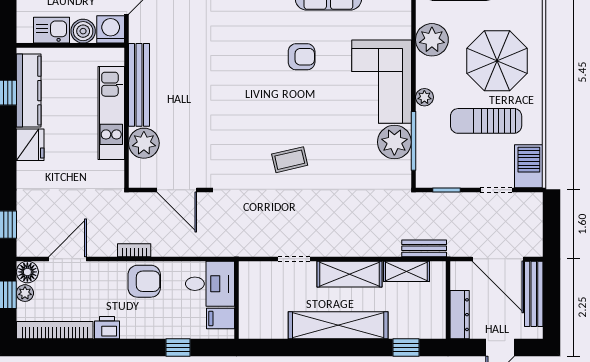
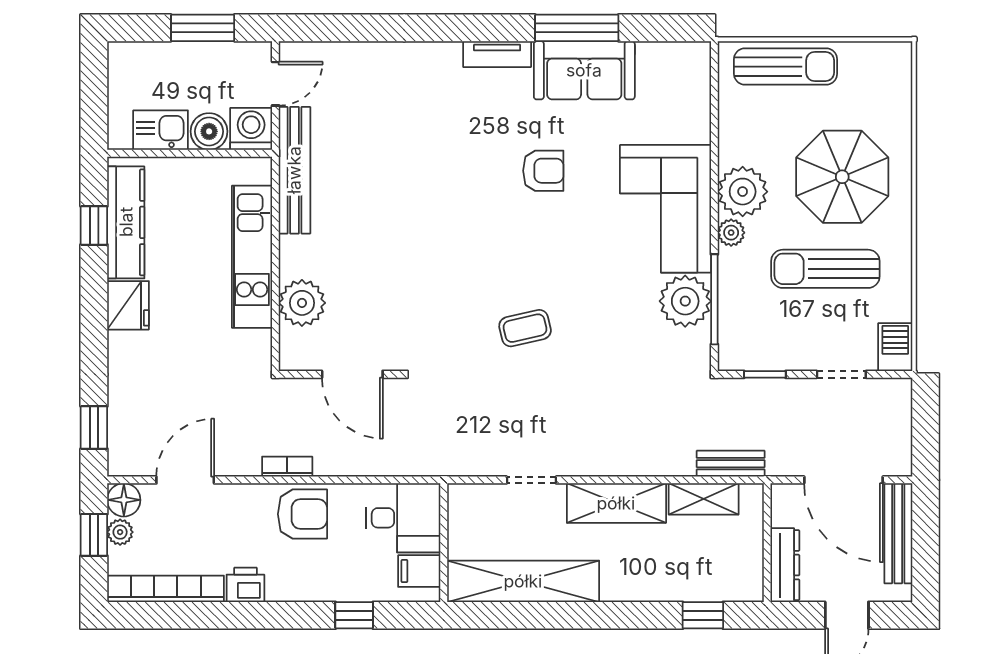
plant: (432, 40) -> (743, 192), moved
bench: (139, 85) -> (294, 170), moved
barbecue: (529, 166) -> (895, 347), width x0.73, depth x0.79
shelving: (338, 325) -> (523, 581), moved

